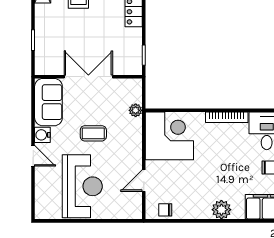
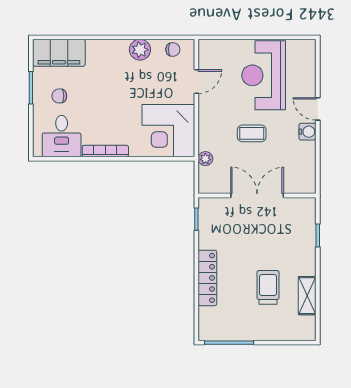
double door: (88, 77) -> (257, 196), swing flipped
sofa: (48, 102) -> (301, 168), removed
plant: (221, 210) -> (140, 50), moved

